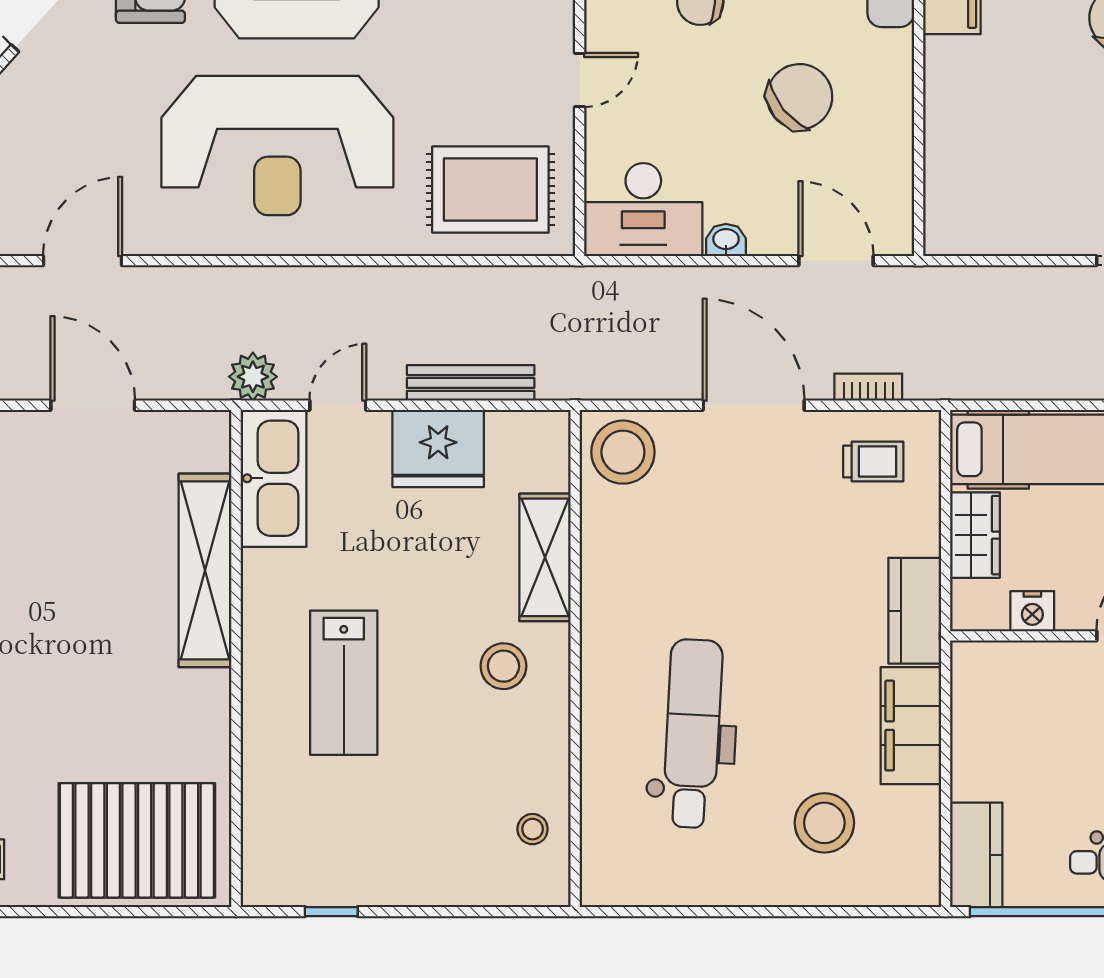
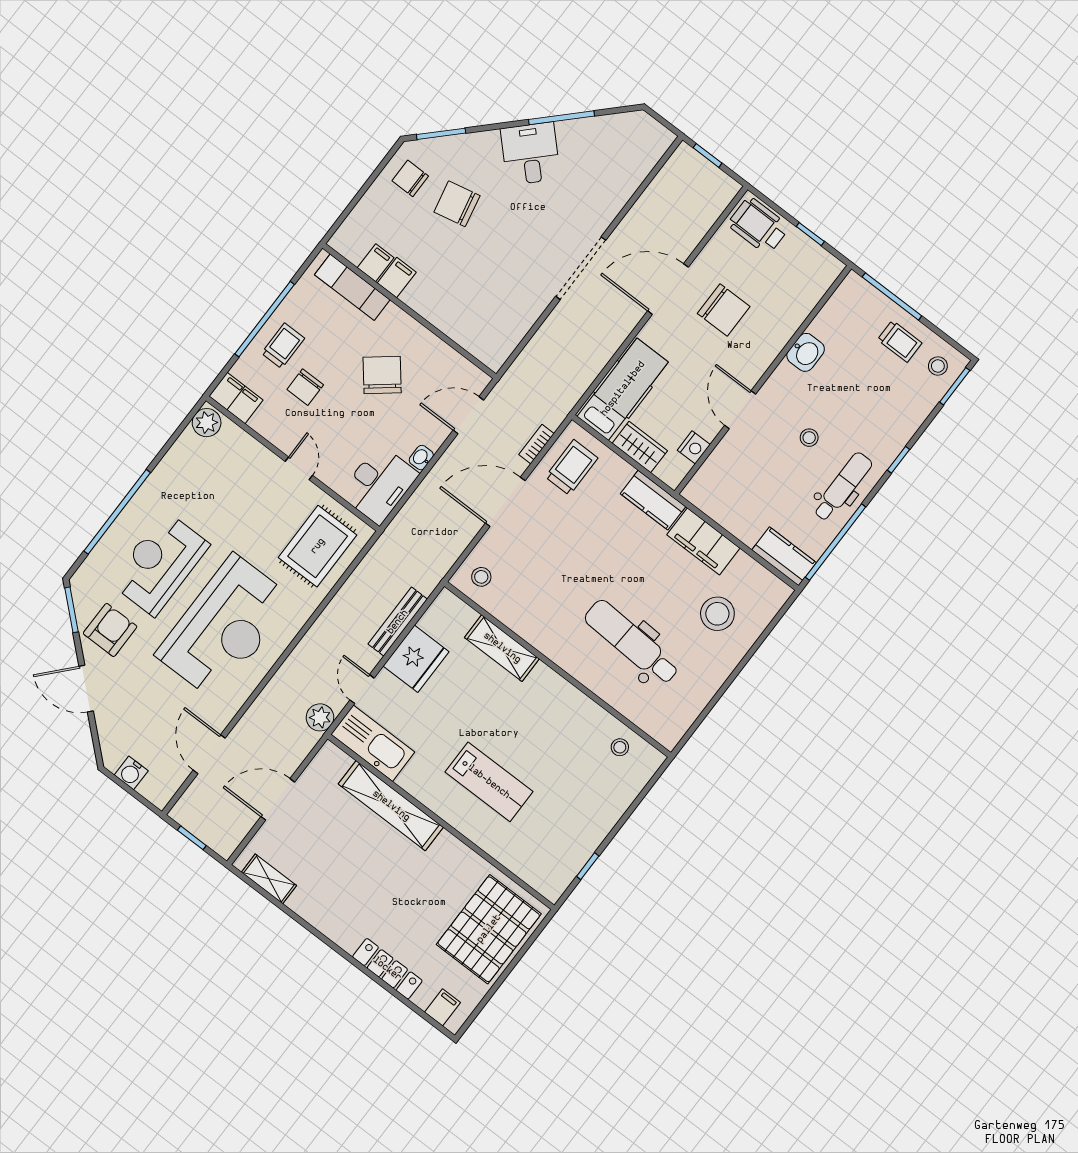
stool: (623, 452) -> (481, 577), width x0.53, depth x0.53
trolley: (873, 461) -> (572, 467), width x1.36, depth x1.39
stool: (503, 666) -> (536, 704), removed

